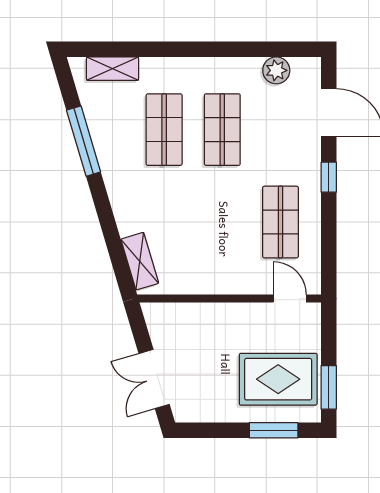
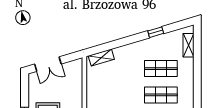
window: (84, 141) -> (156, 32), width x0.46
double door: (154, 379) -> (48, 64), swing flipped

